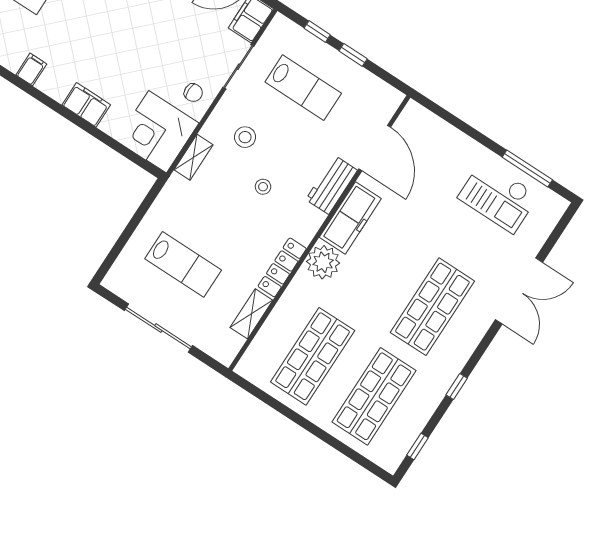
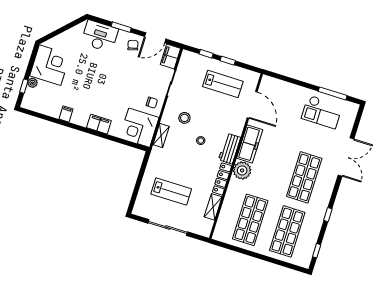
lab bench: (303, 88) -> (223, 84), moved
workbench: (332, 185) -> (230, 149), moved

